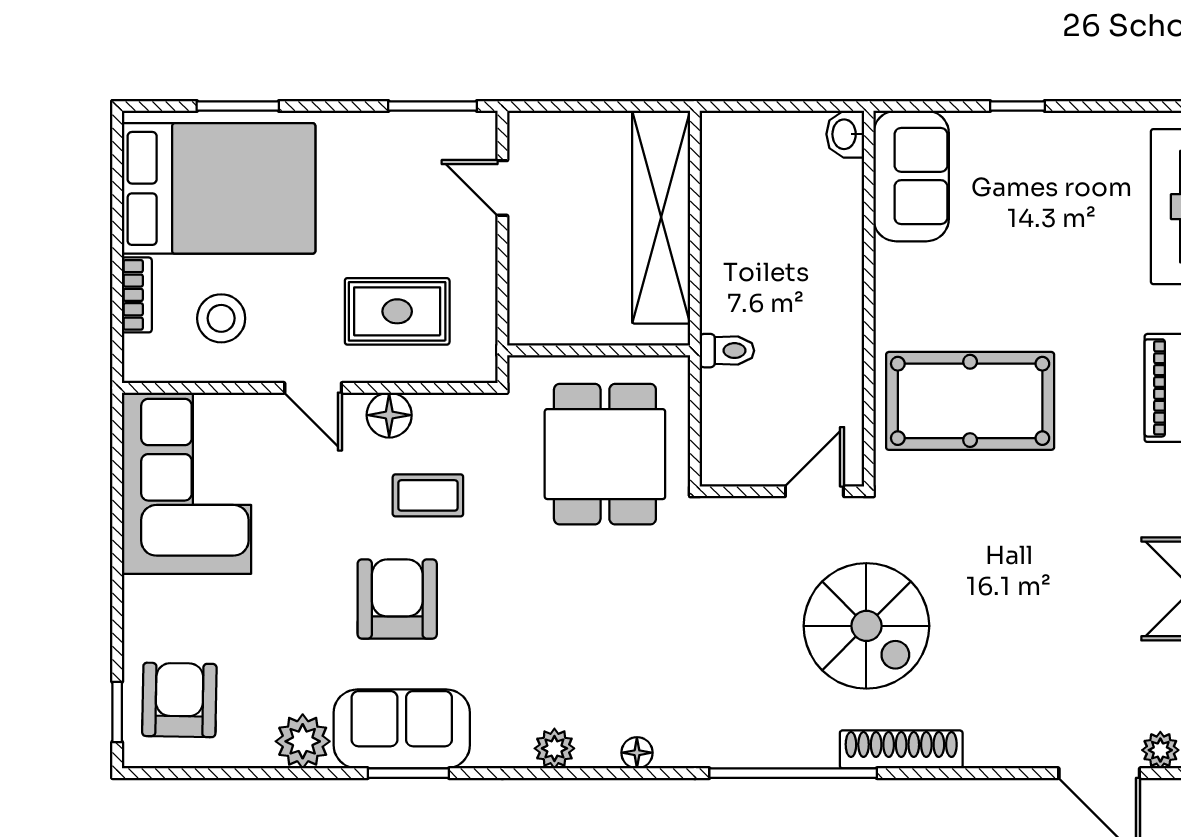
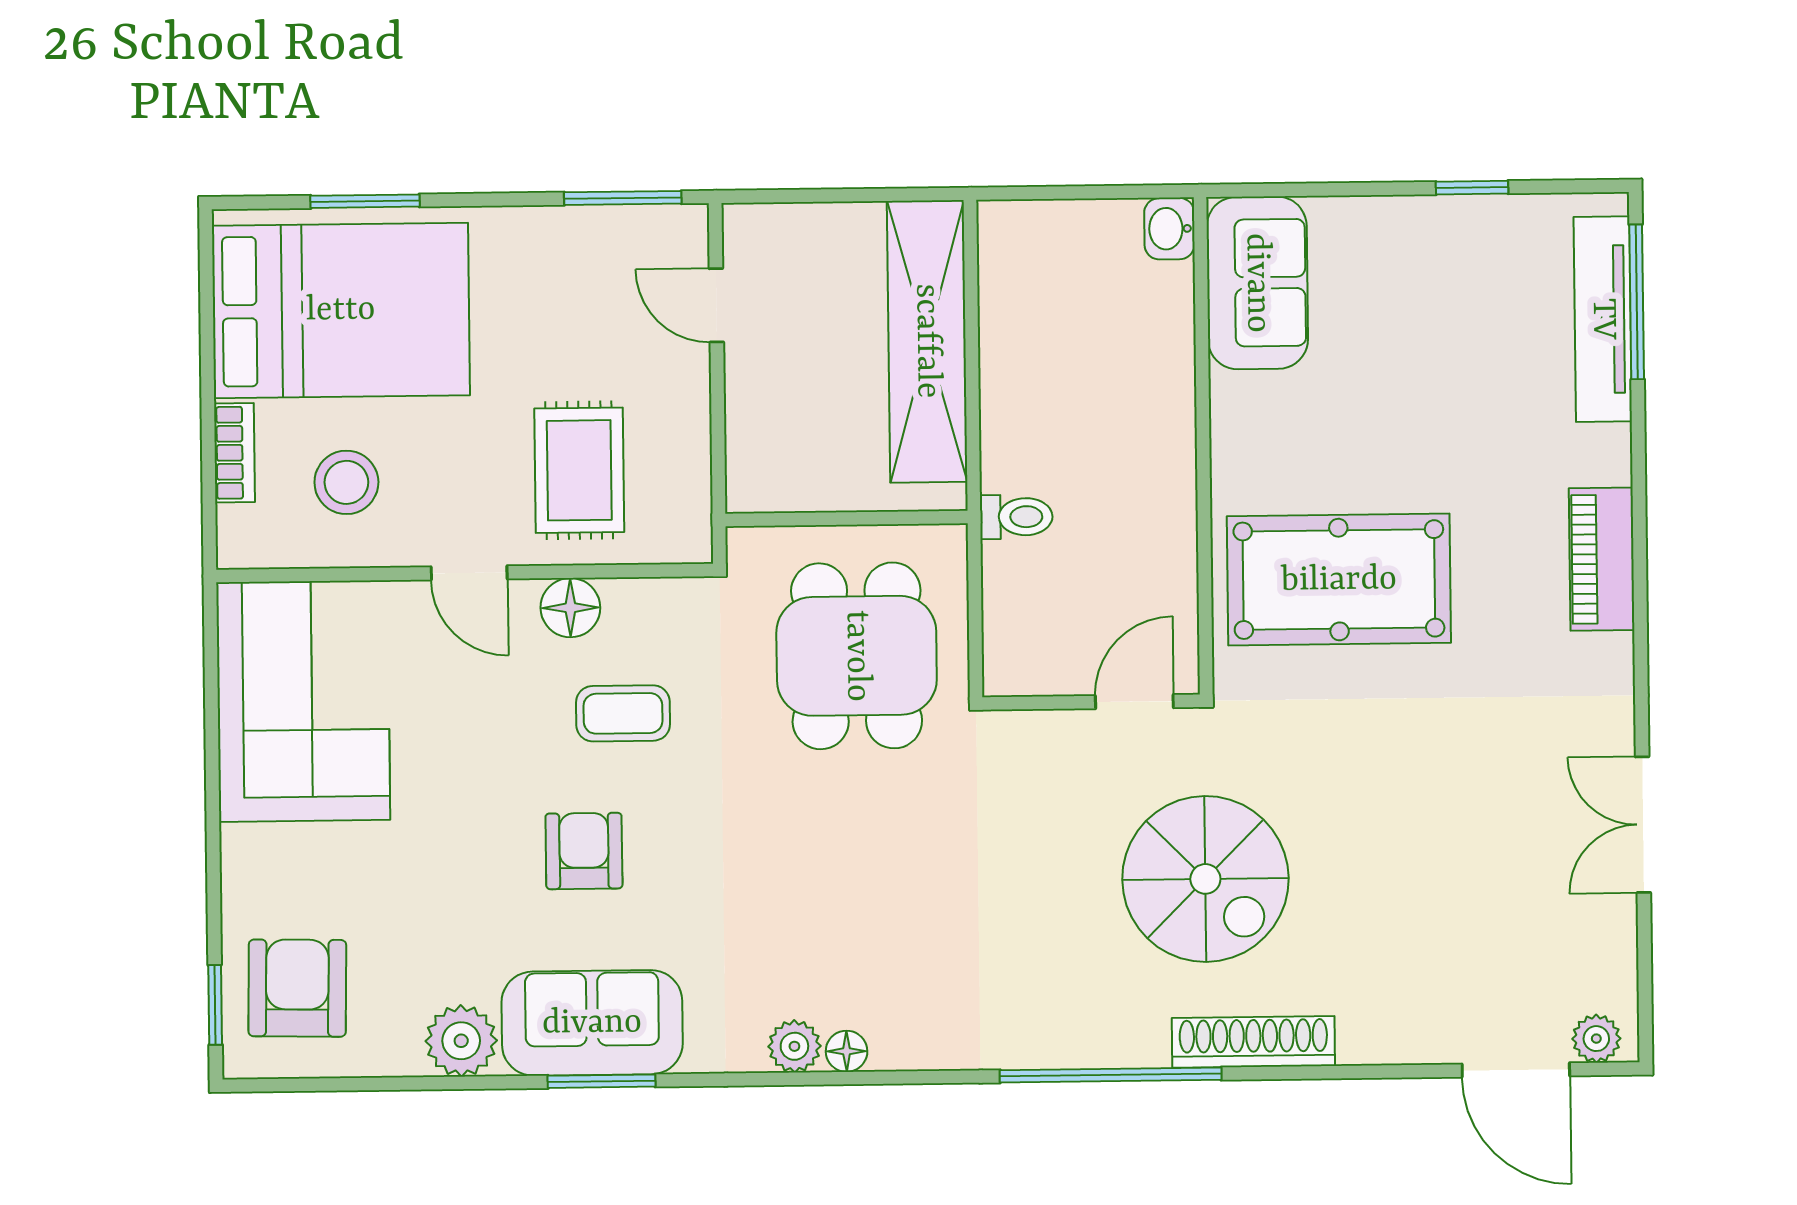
window: (1017, 106) -> (1472, 188), moved
rug: (397, 311) -> (579, 470), turned 90
armchair: (397, 599) -> (584, 851), width x0.72, depth x0.72
floor lamp: (637, 753) -> (847, 1051), moved

